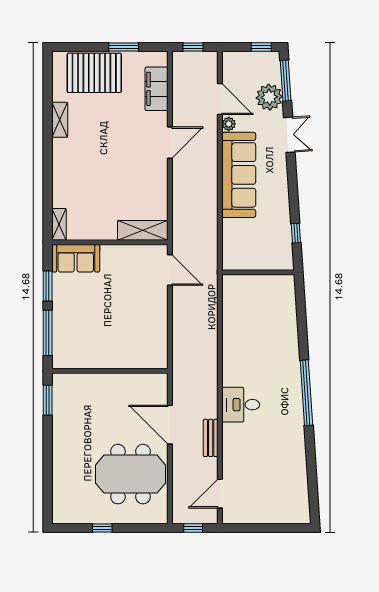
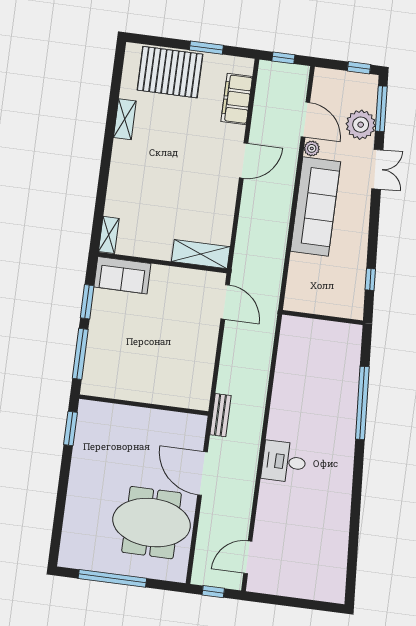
window: (306, 393) -> (362, 403), moved
bench: (211, 438) -> (220, 415), moved
window: (102, 528) -> (112, 578), width x3.17

